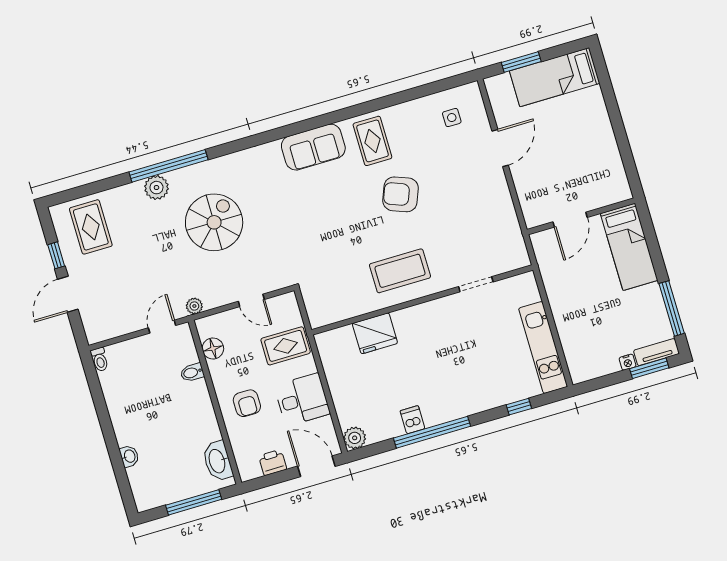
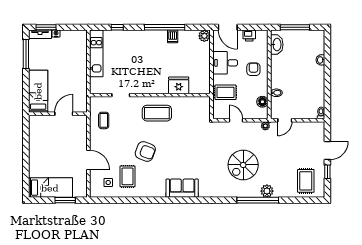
rug: (372, 141) -> (128, 176), moved
door: (500, 148) -> (88, 160), swing flipped
coffee table: (493, 229) -> (104, 120), added

